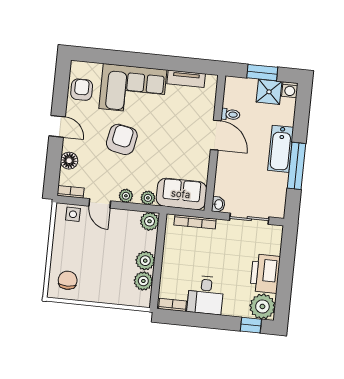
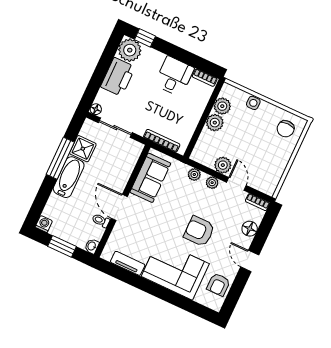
shower: (269, 92) -> (83, 149), moved
armchair: (122, 139) -> (199, 231), turned 79
sofa: (181, 194) -> (150, 178), moved, turned -90
washbasin: (218, 204) -> (92, 246), moved
side table: (73, 214) -> (253, 103), moved
plant: (150, 221) -> (223, 165), moved
floor lamp: (277, 231) -> (96, 109), added

